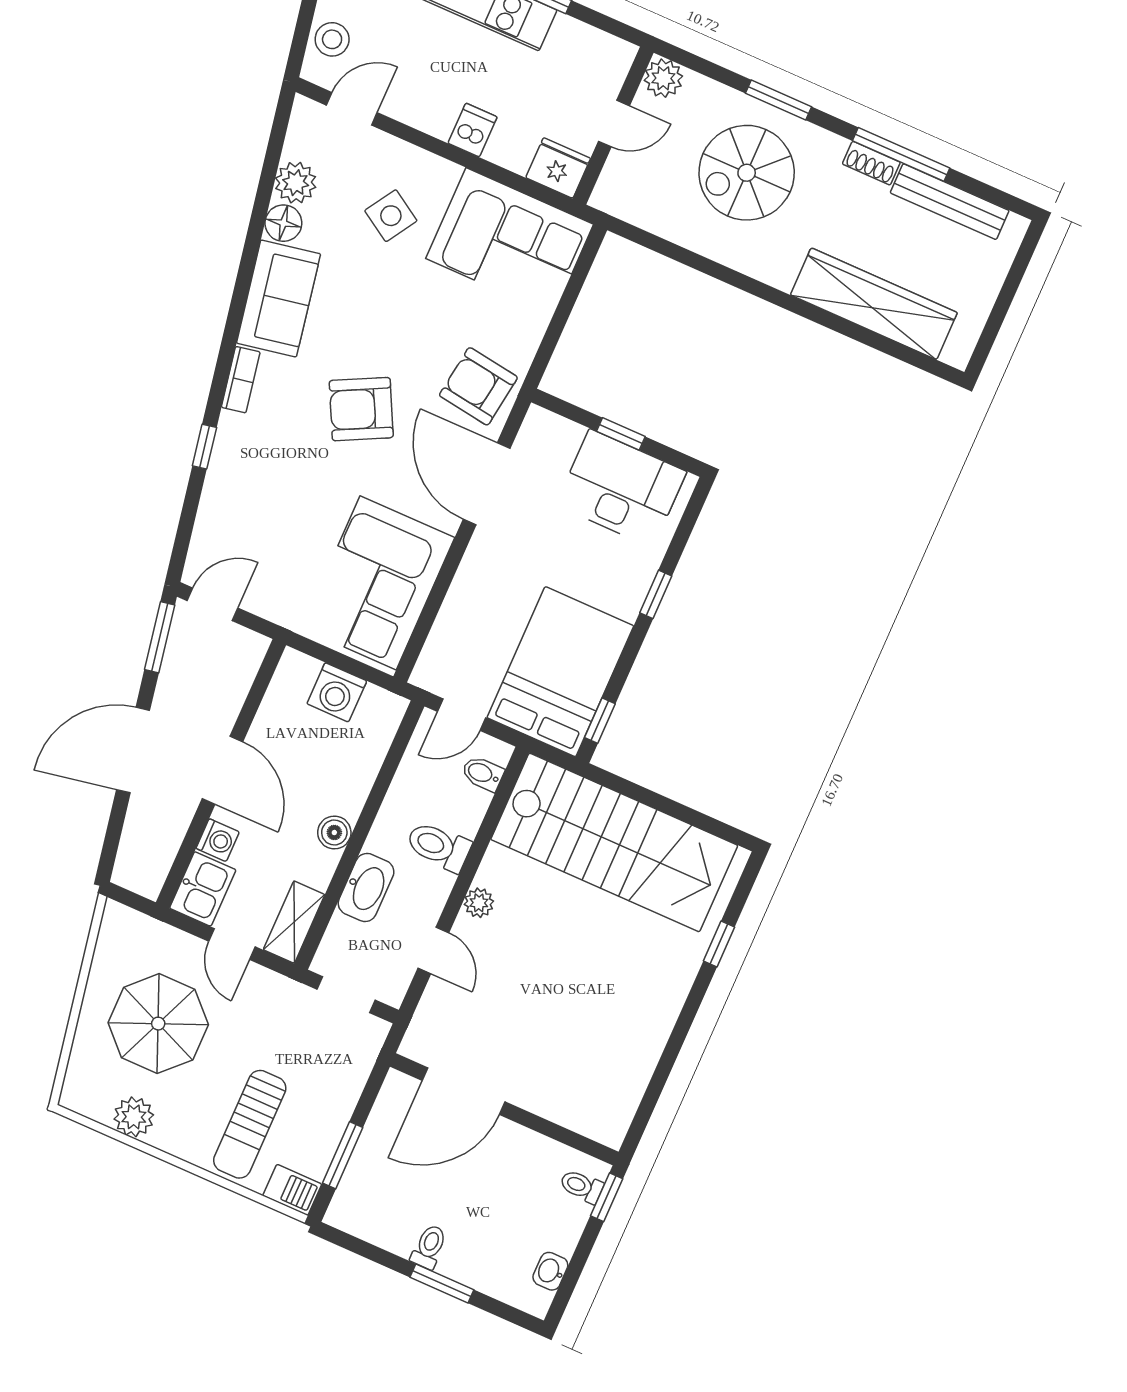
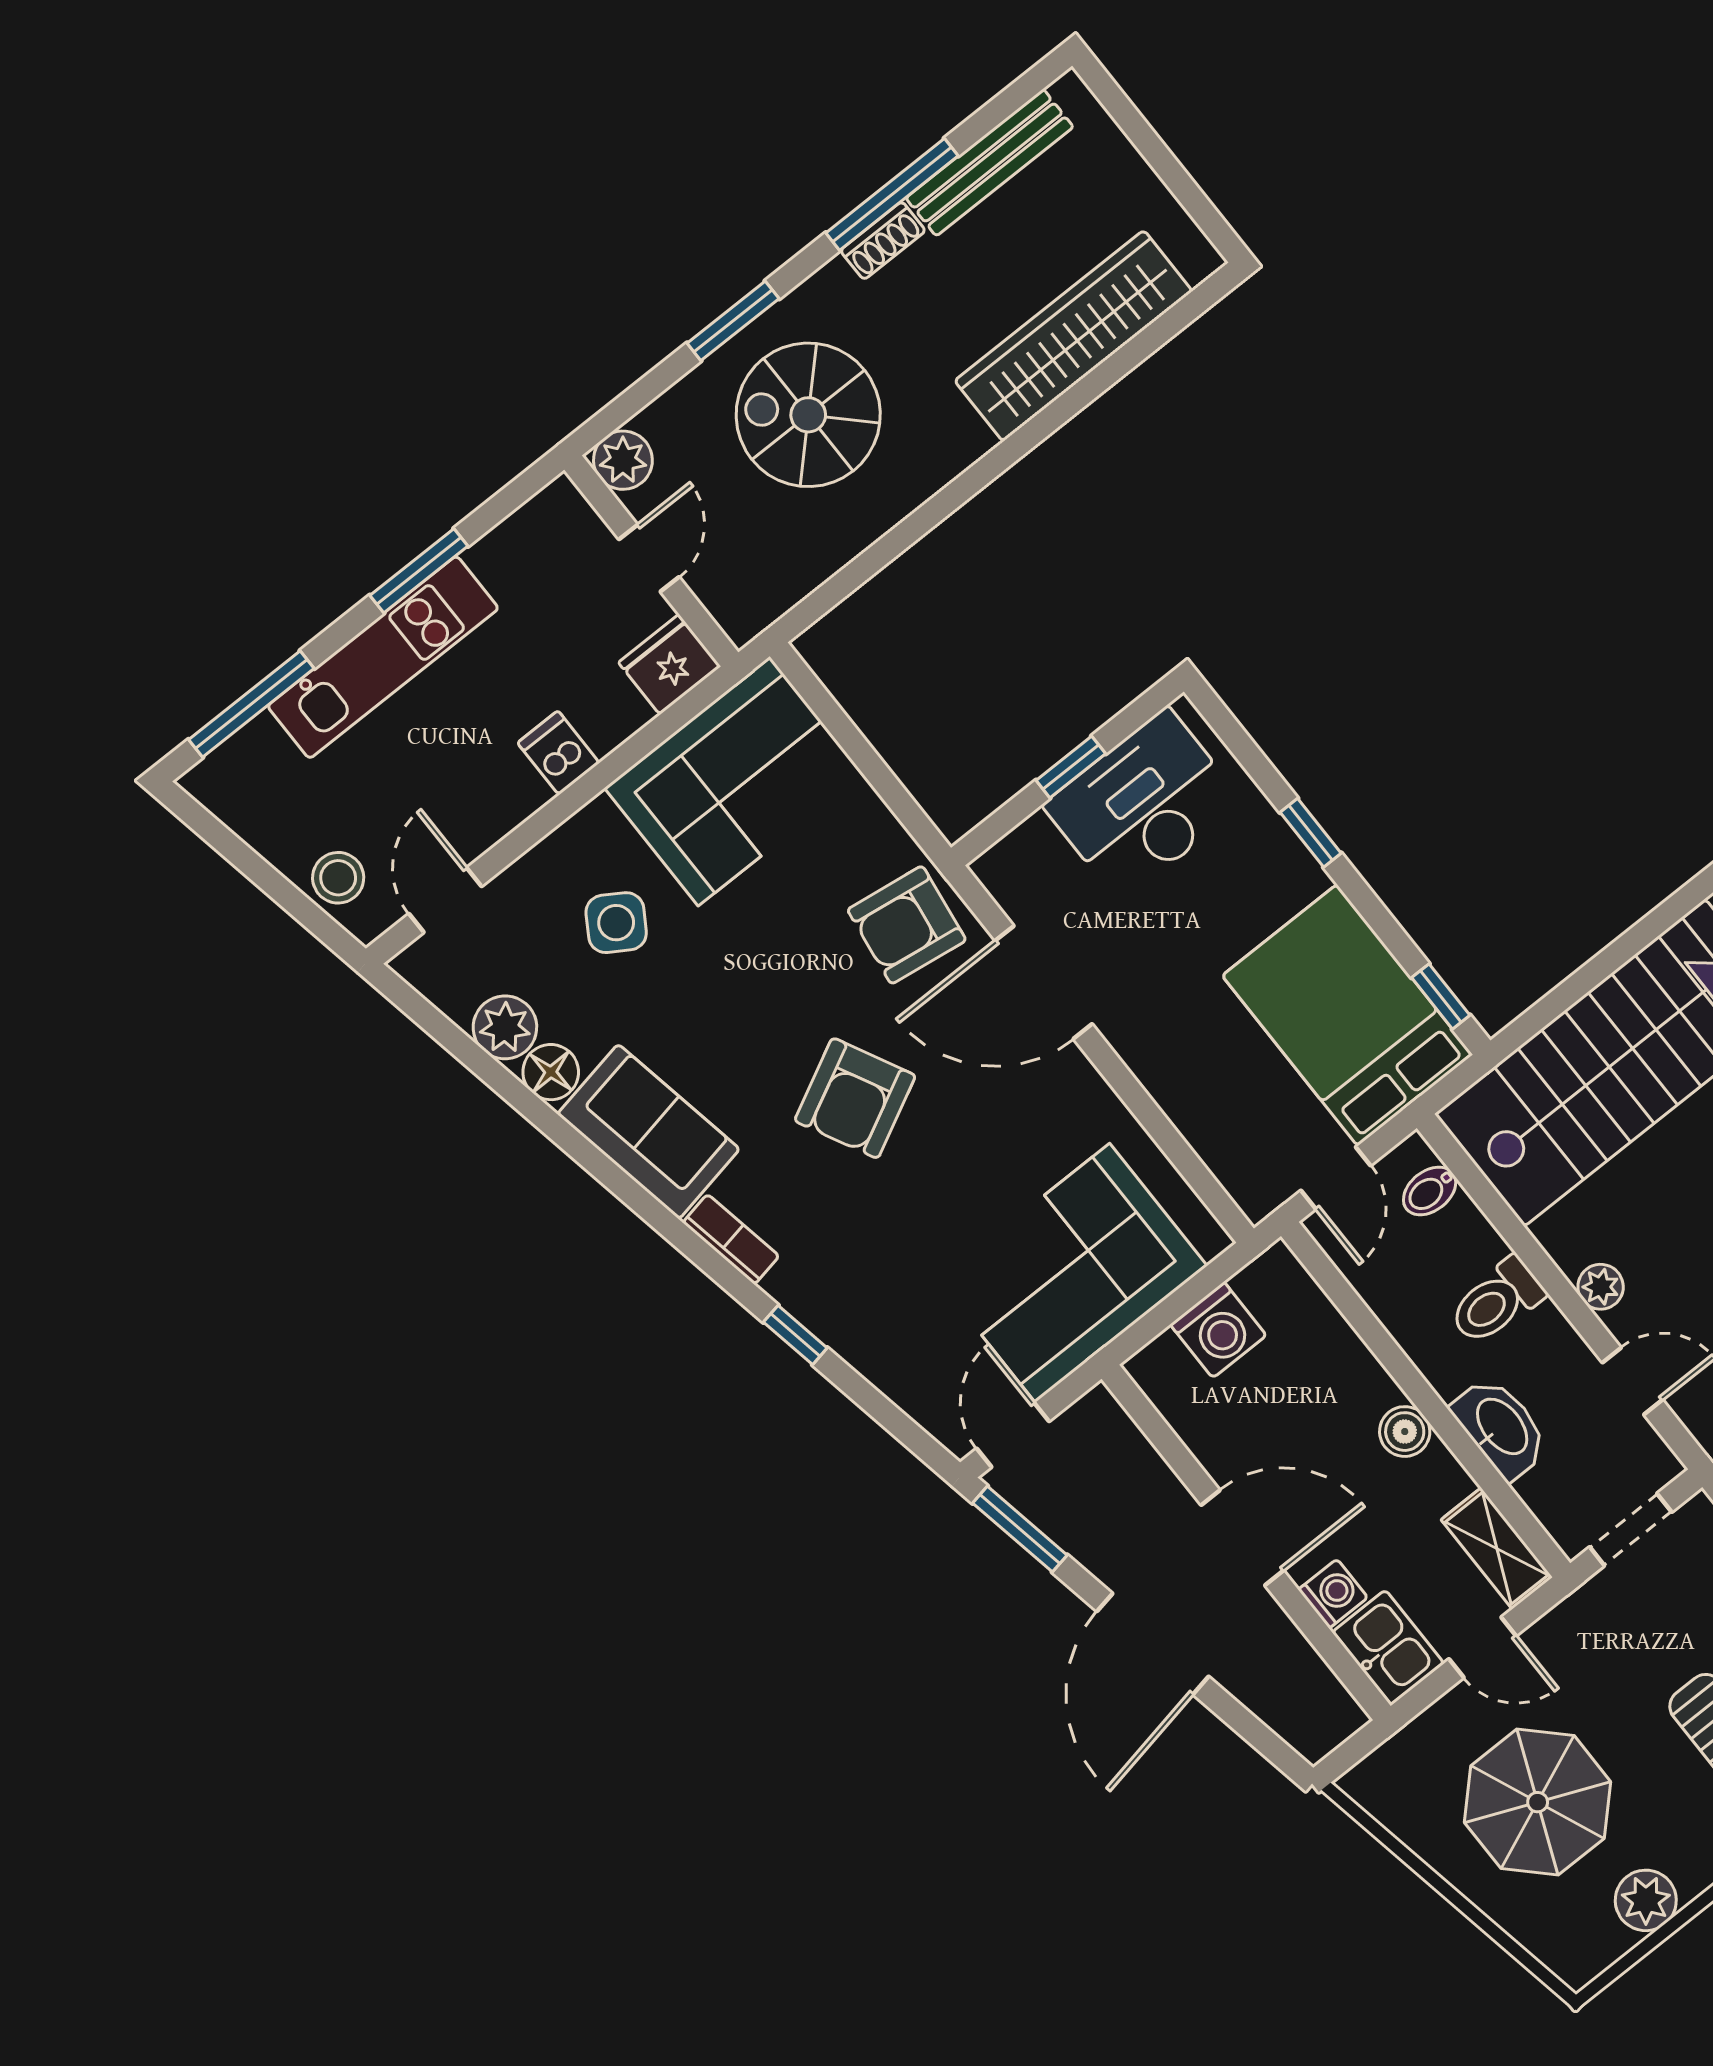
spiral stairs: (747, 173) -> (808, 415), turned 90
corner sofa: (378, 583) -> (1072, 1273), moved, turned 90

